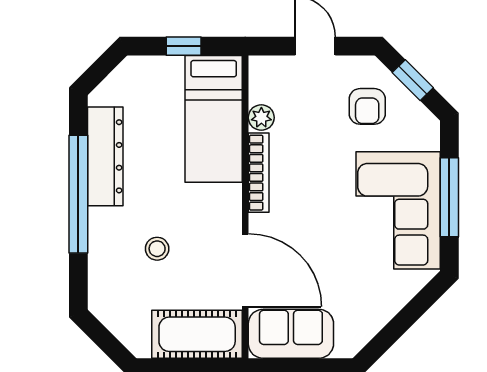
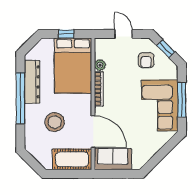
bed: (214, 119) -> (73, 66), width x1.50
stool: (157, 249) -> (55, 122), width x1.89, depth x1.89

